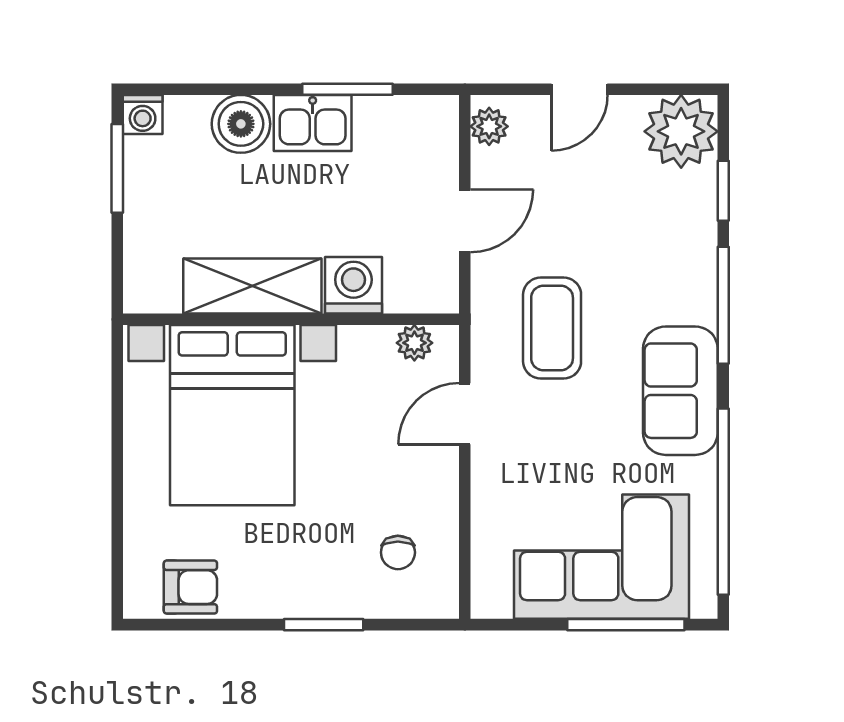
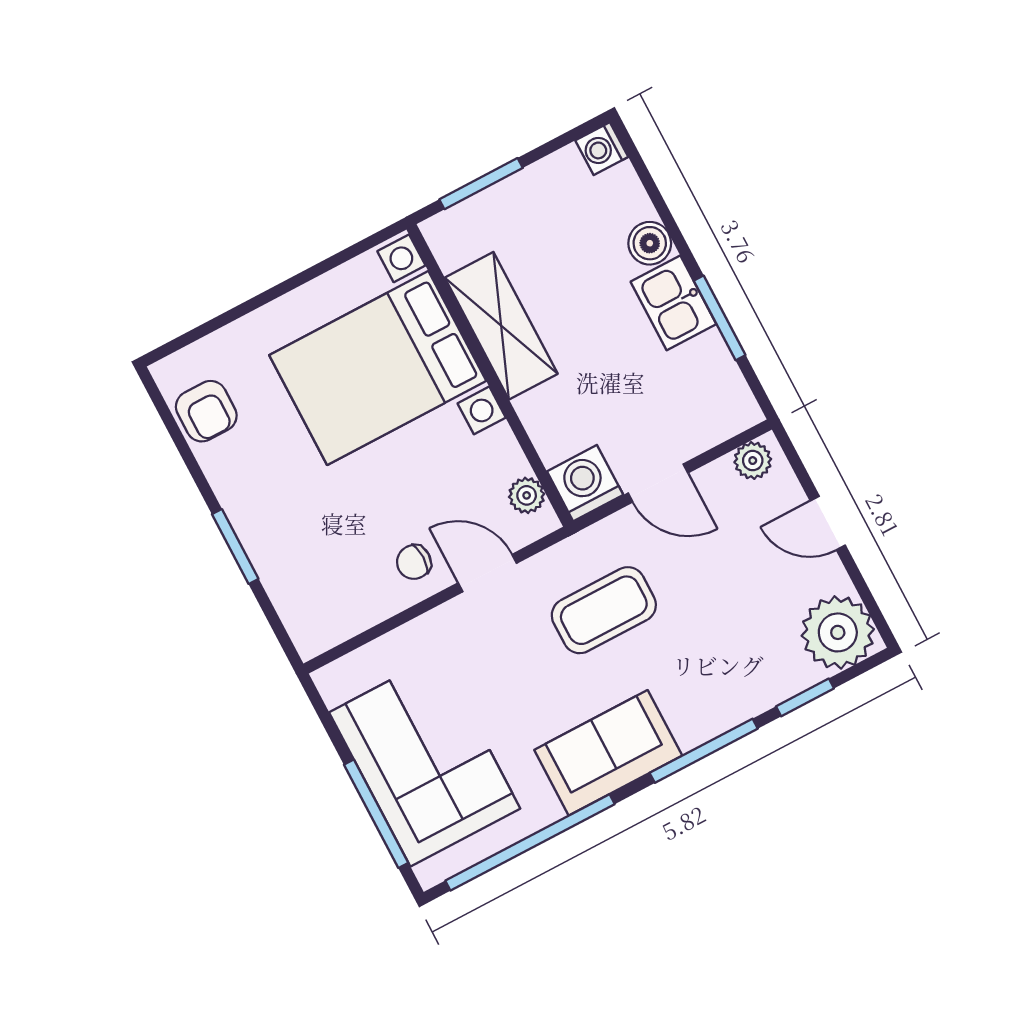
boiler: (241, 124) -> (650, 243), width x0.73, depth x0.73
window: (117, 168) -> (481, 184), moved
washing machine: (353, 285) -> (585, 483), moved, turned -90
chair: (398, 552) -> (414, 562), moved

